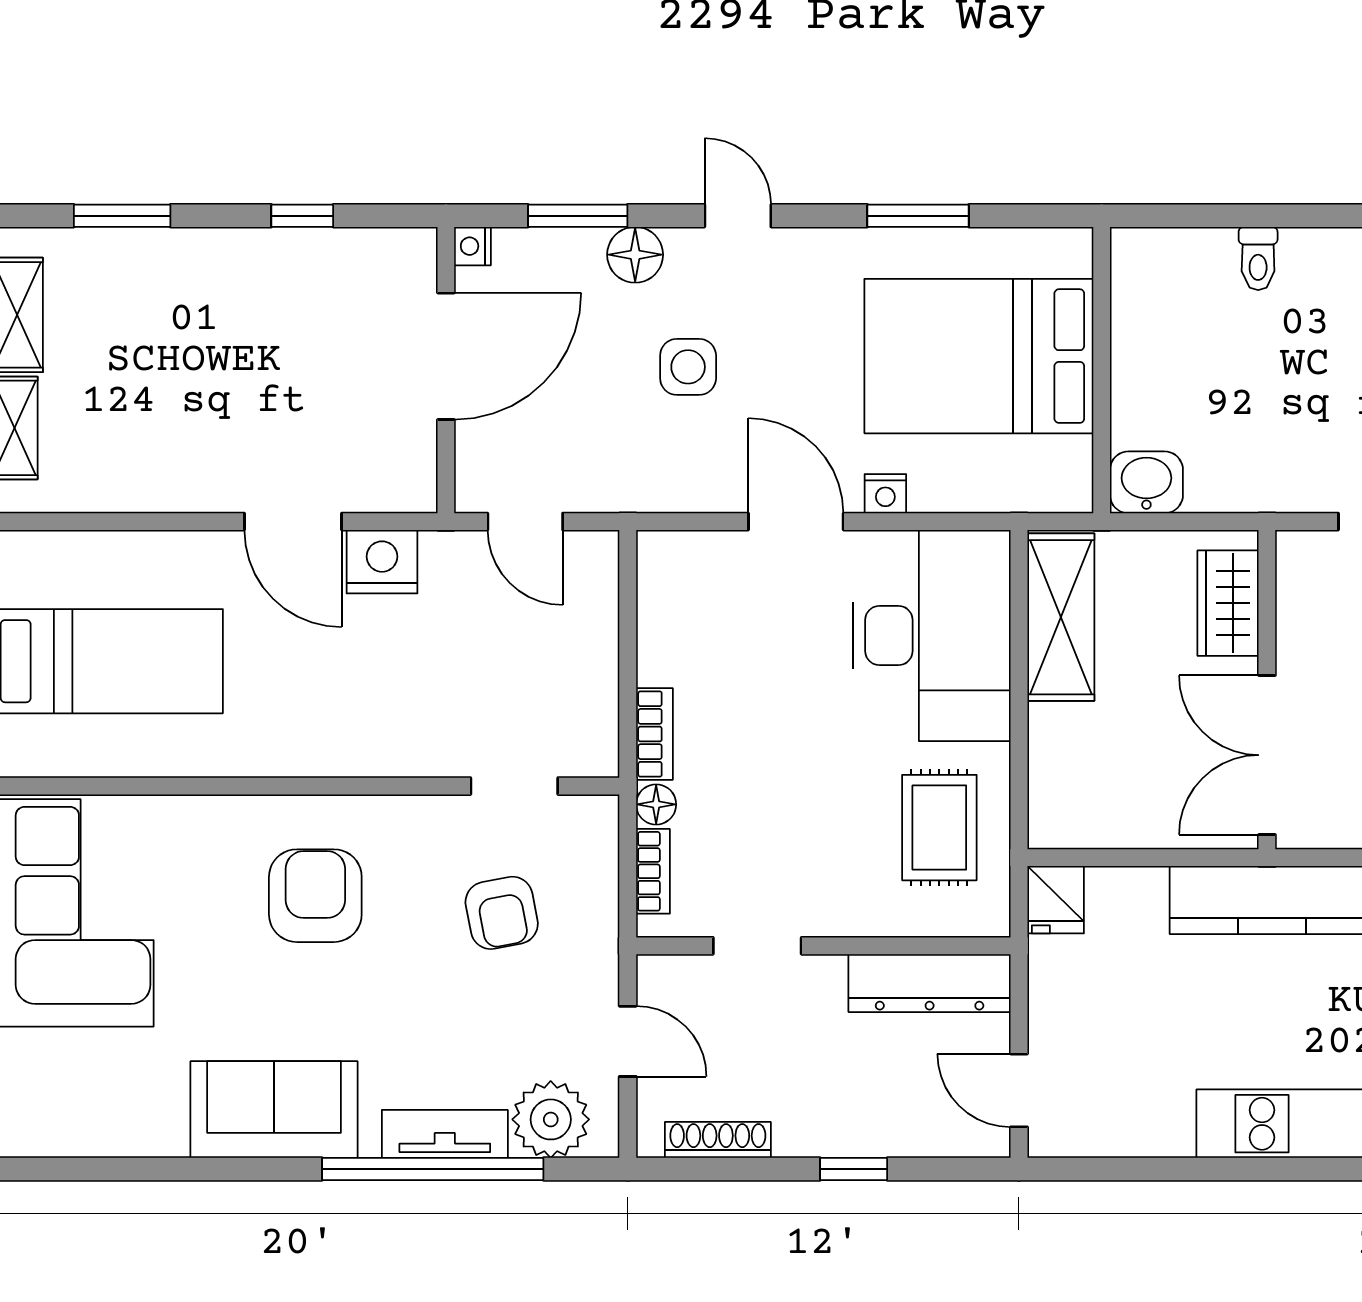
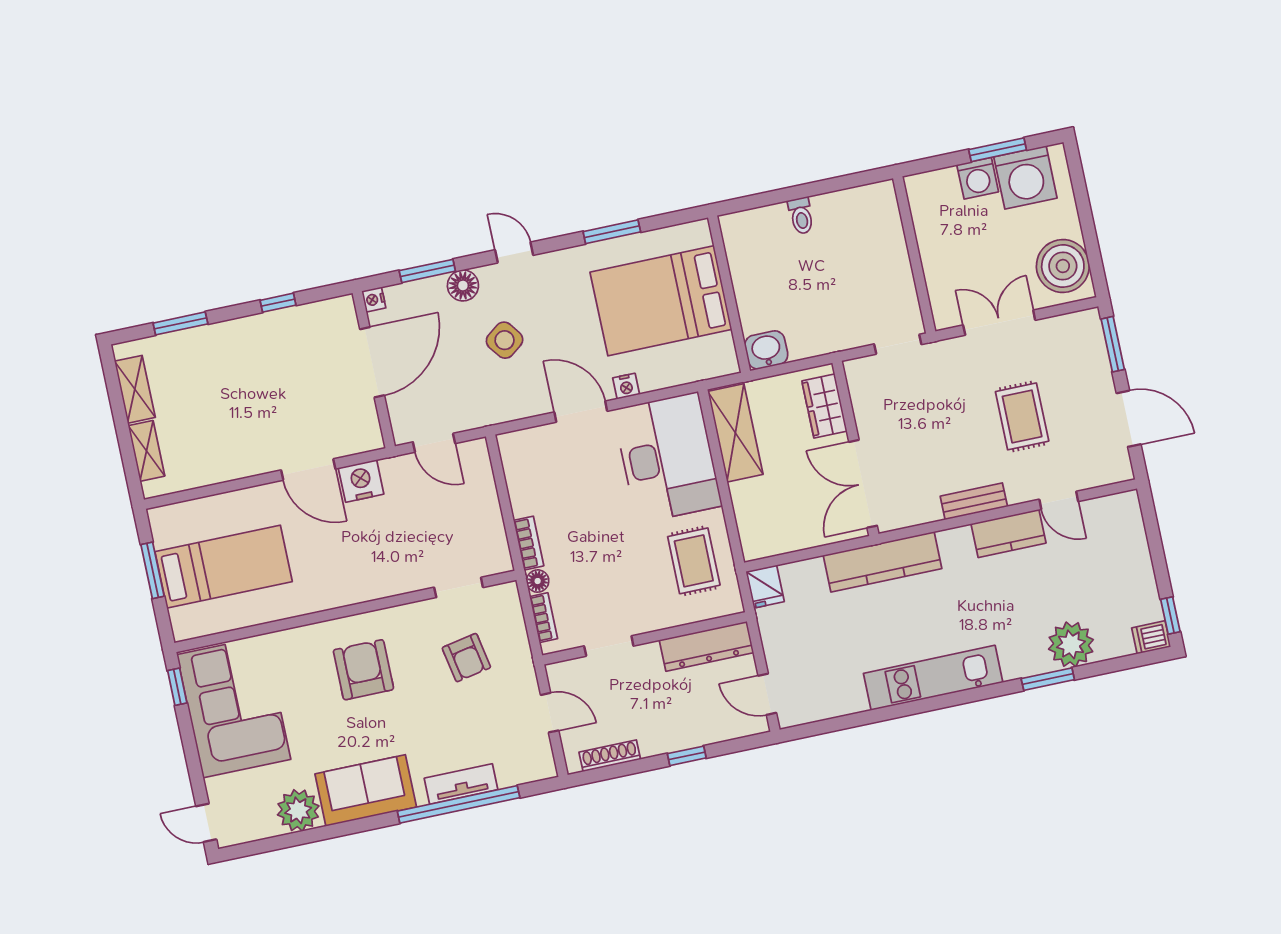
side table: (688, 367) -> (505, 340), turned -37
plant: (551, 1119) -> (298, 810), moved

